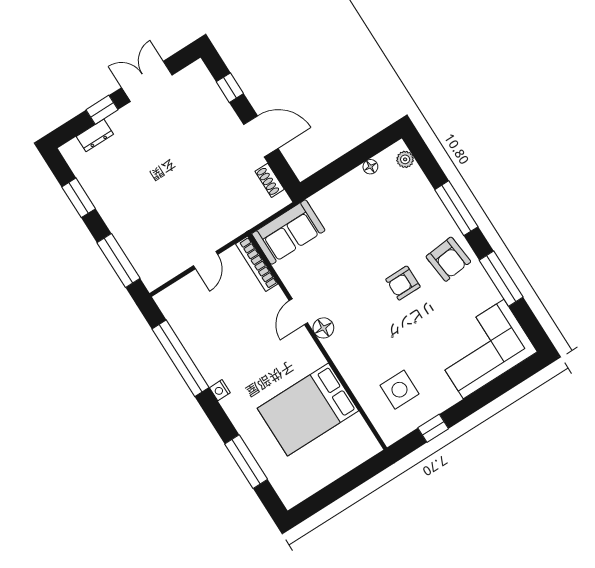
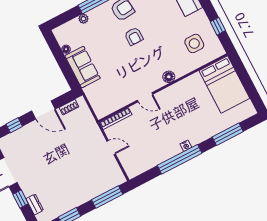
door: (261, 136) -> (43, 110), swing flipped
plant: (405, 159) -> (83, 19), moved
sofa: (288, 232) -> (83, 67), moved
floor lamp: (323, 328) -> (169, 77), moved
window: (181, 358) -> (180, 159), moved
bed: (308, 410) -> (224, 84), moved

